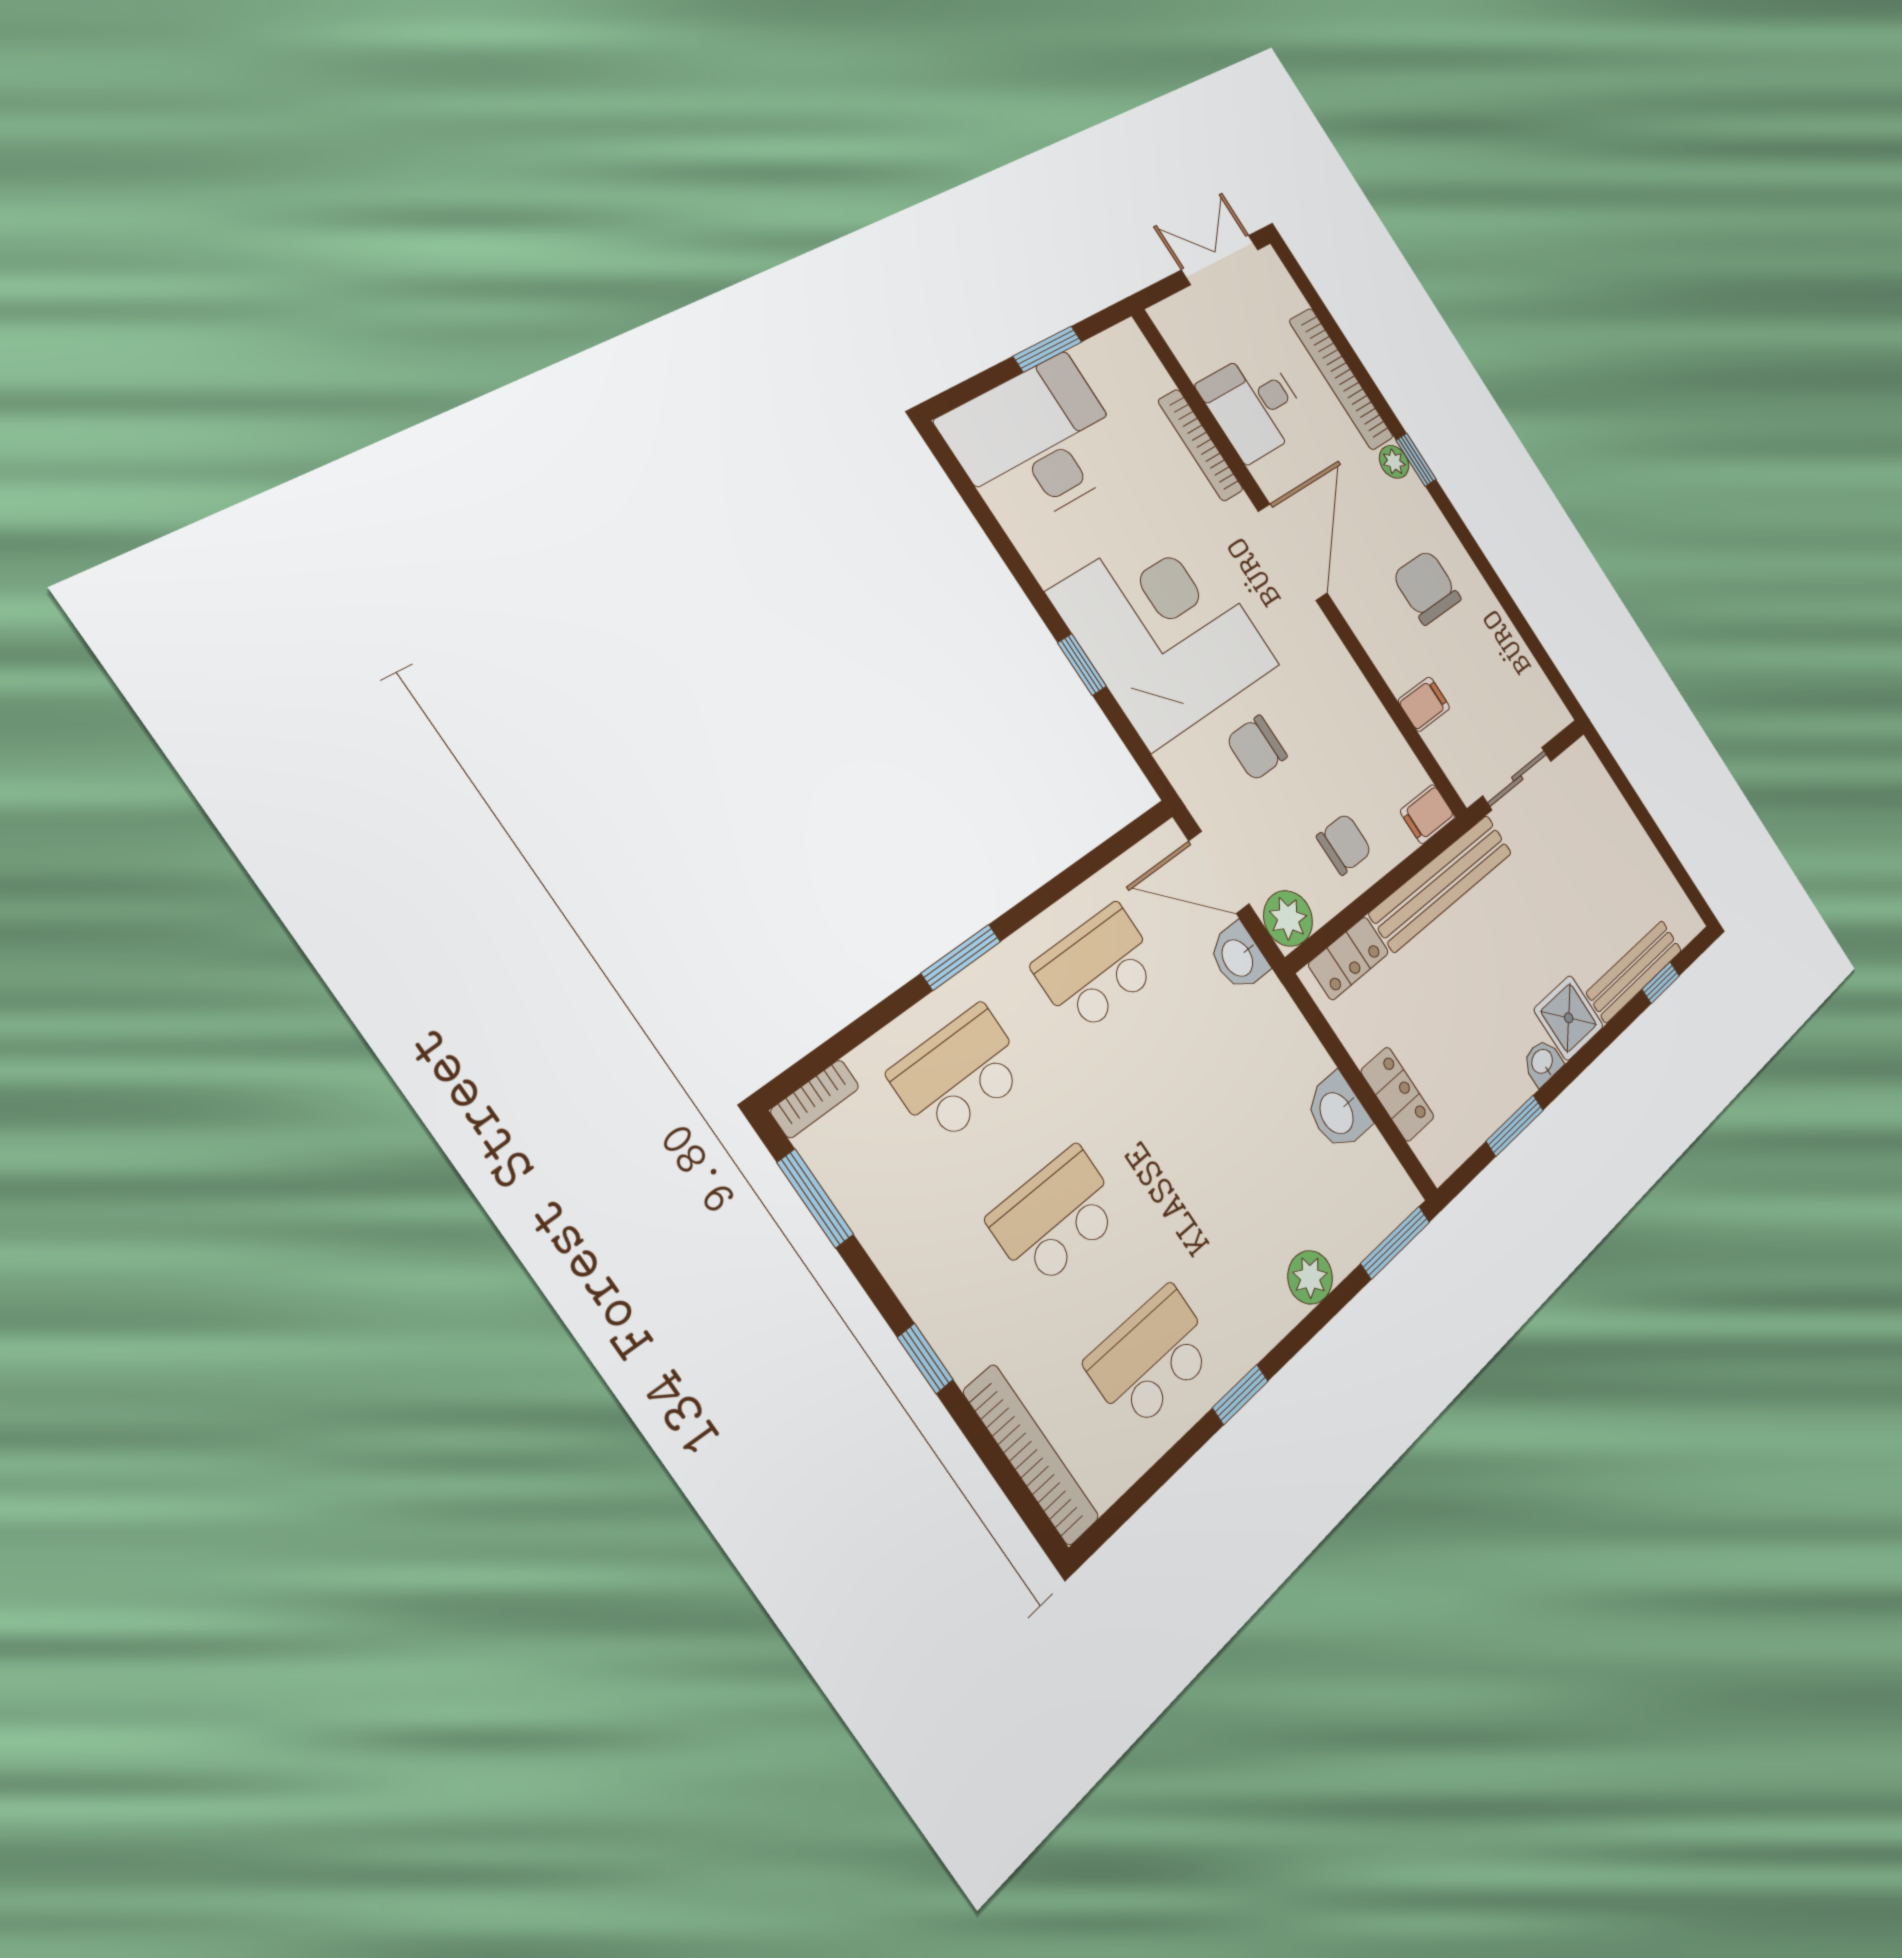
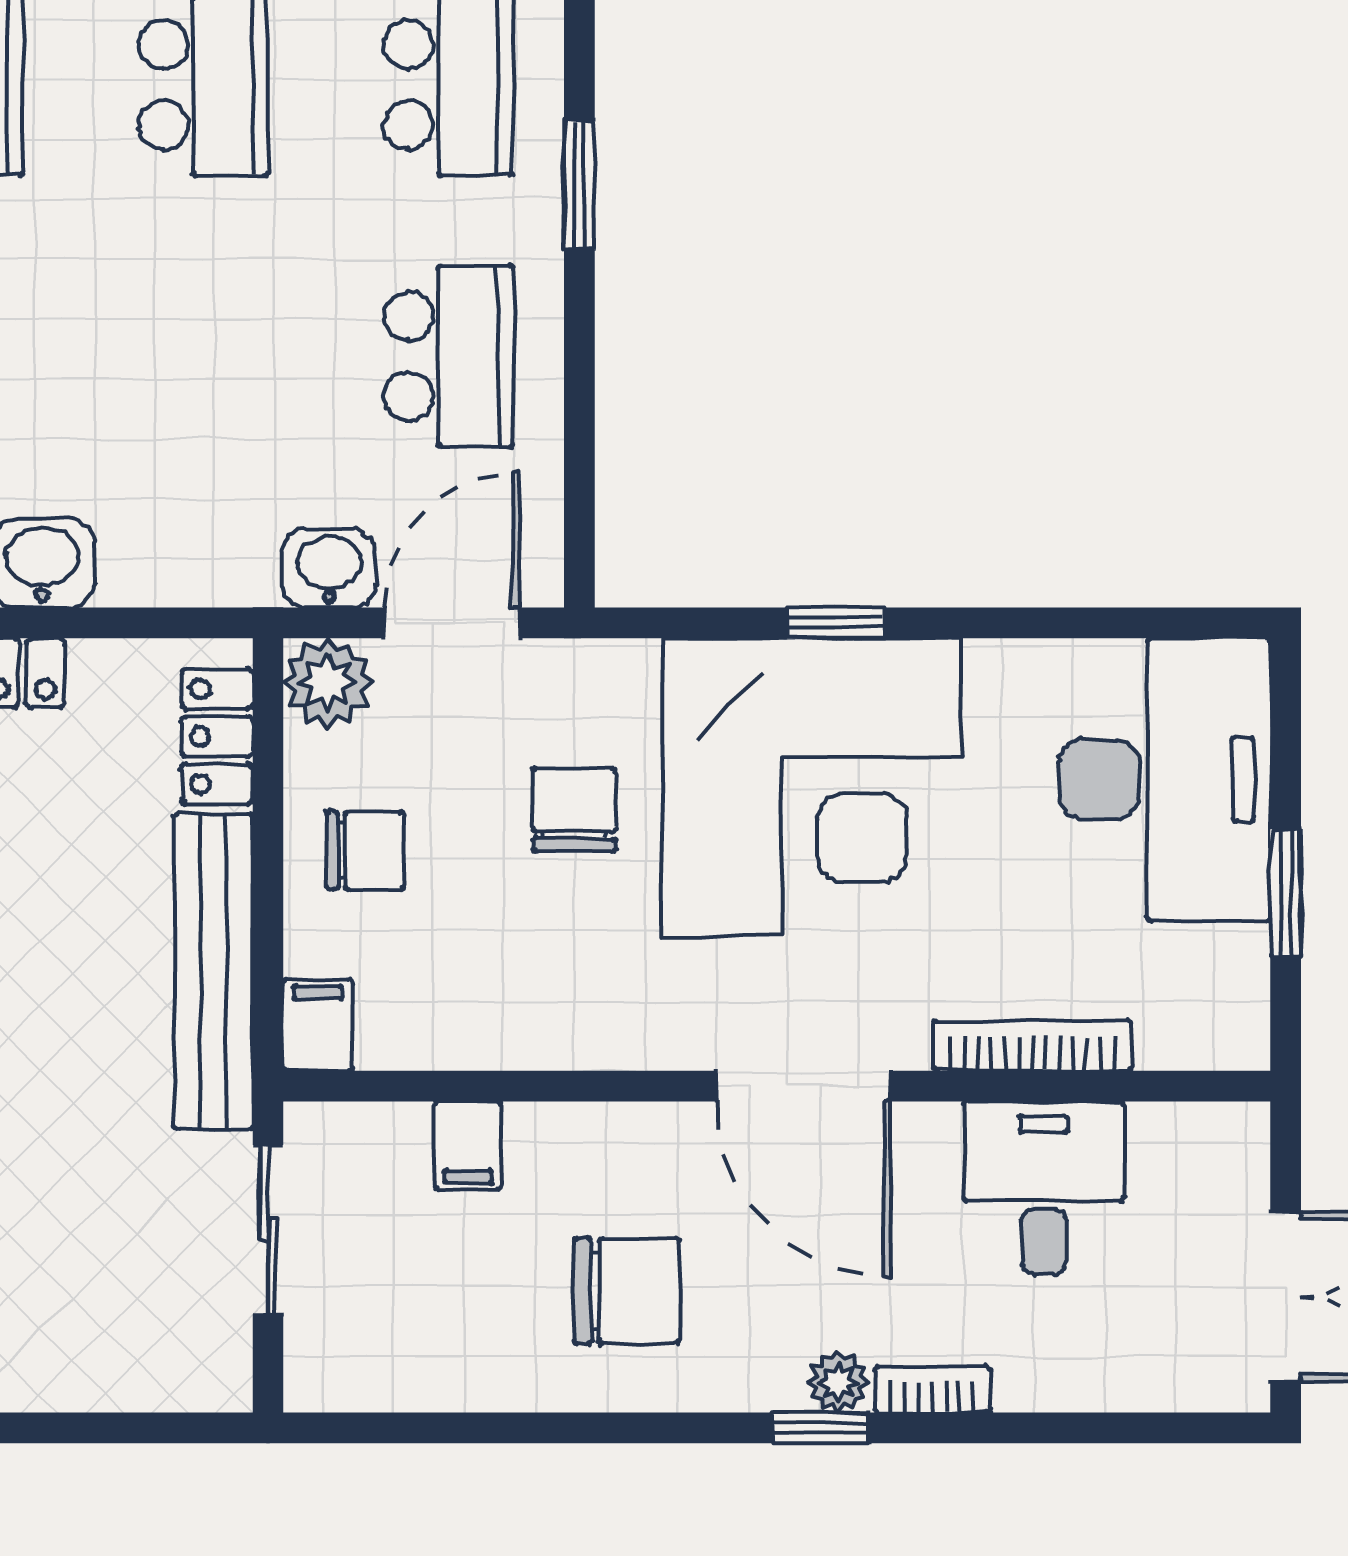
bookcase: (1341, 379) -> (932, 1390), width x0.43, depth x0.76
chair: (1344, 844) -> (365, 850), turned -90

